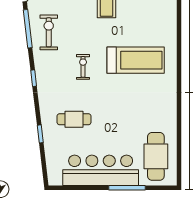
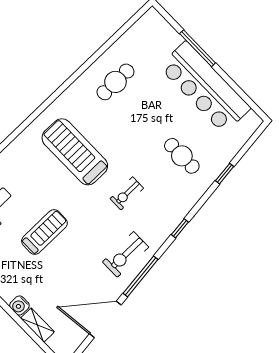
cafe table: (156, 156) -> (115, 82), moved, width x0.73, depth x0.74

